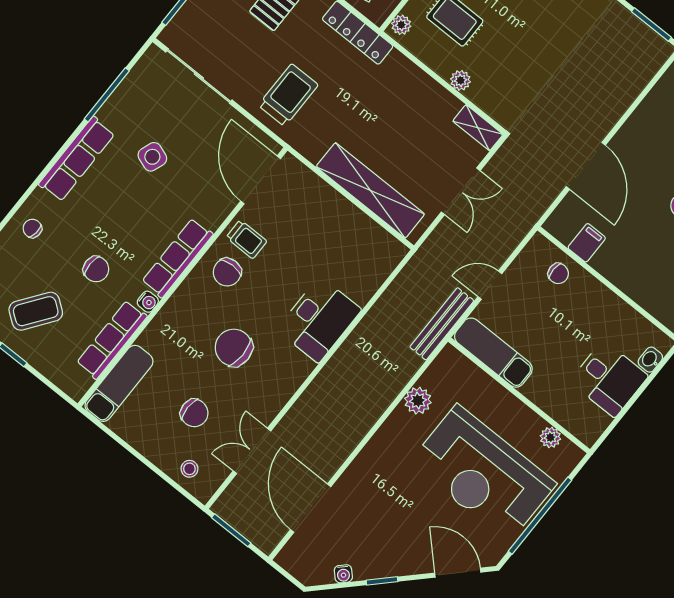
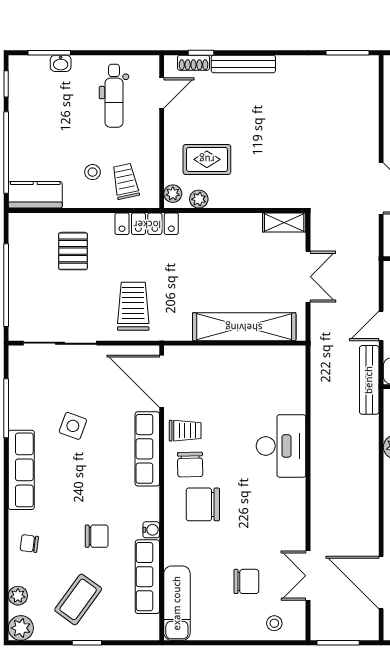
plant: (461, 80) -> (199, 199), moved
row of seats: (177, 258) -> (147, 449), moved
chair: (234, 348) -> (203, 504), moved

